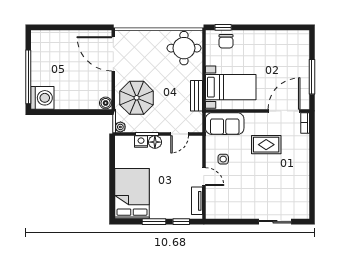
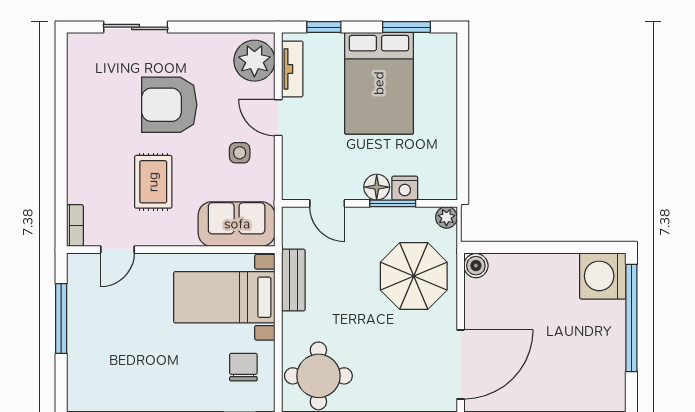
chair: (226, 41) -> (243, 367), moved
door: (113, 54) -> (461, 364), hinge flipped
door: (284, 111) -> (117, 250), width x0.53
door: (180, 134) -> (327, 203), swing flipped
rug: (266, 145) -> (153, 182), turned 90
armchair: (258, 183) -> (169, 105), added
bed: (132, 194) -> (379, 83), moved
plant: (216, 205) -> (254, 61), added
window: (154, 222) -> (406, 27), moved

